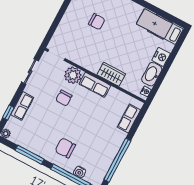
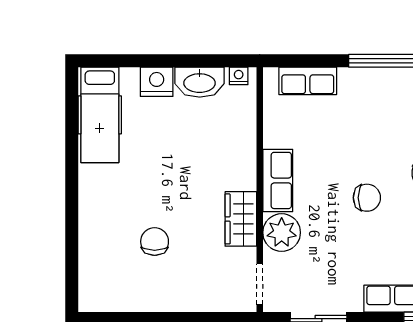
wardrobe: (111, 74) -> (241, 219), moved
chair: (64, 98) -> (367, 198), moved

